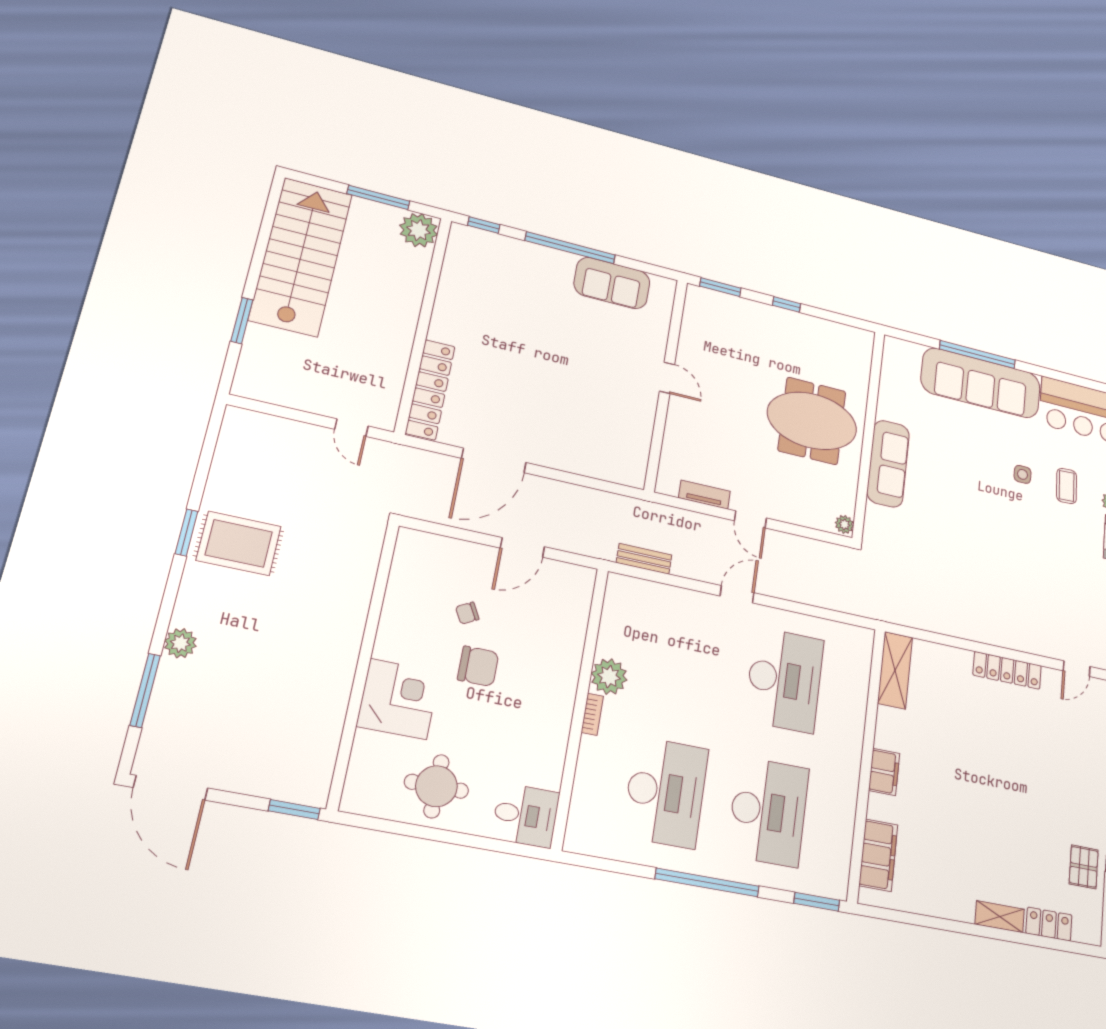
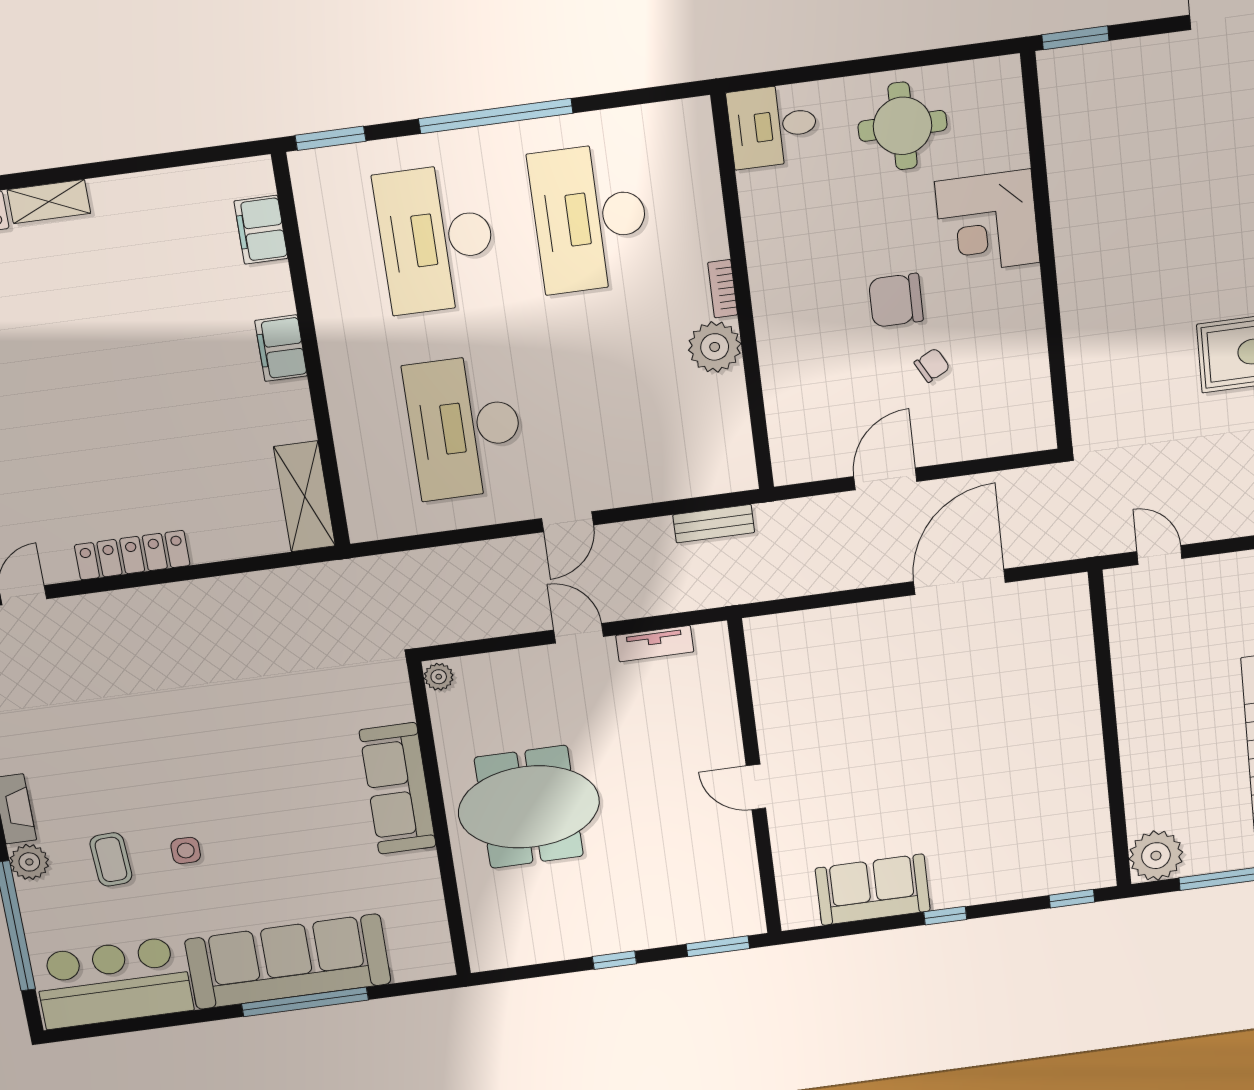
window: (570, 248) -> (945, 916), width x0.32
locker: (430, 390) -> (1073, 645), removed
filing cabinet: (878, 855) -> (261, 230), width x0.67, depth x0.86

